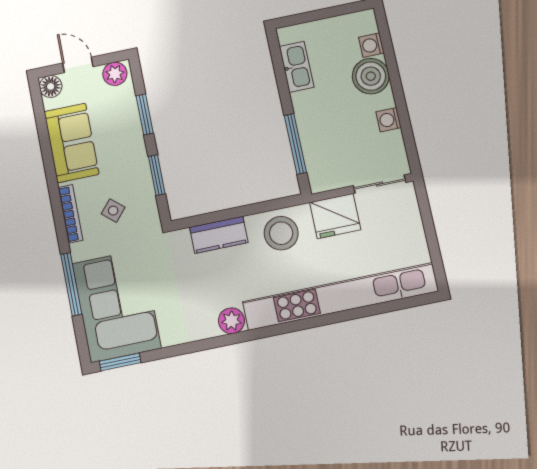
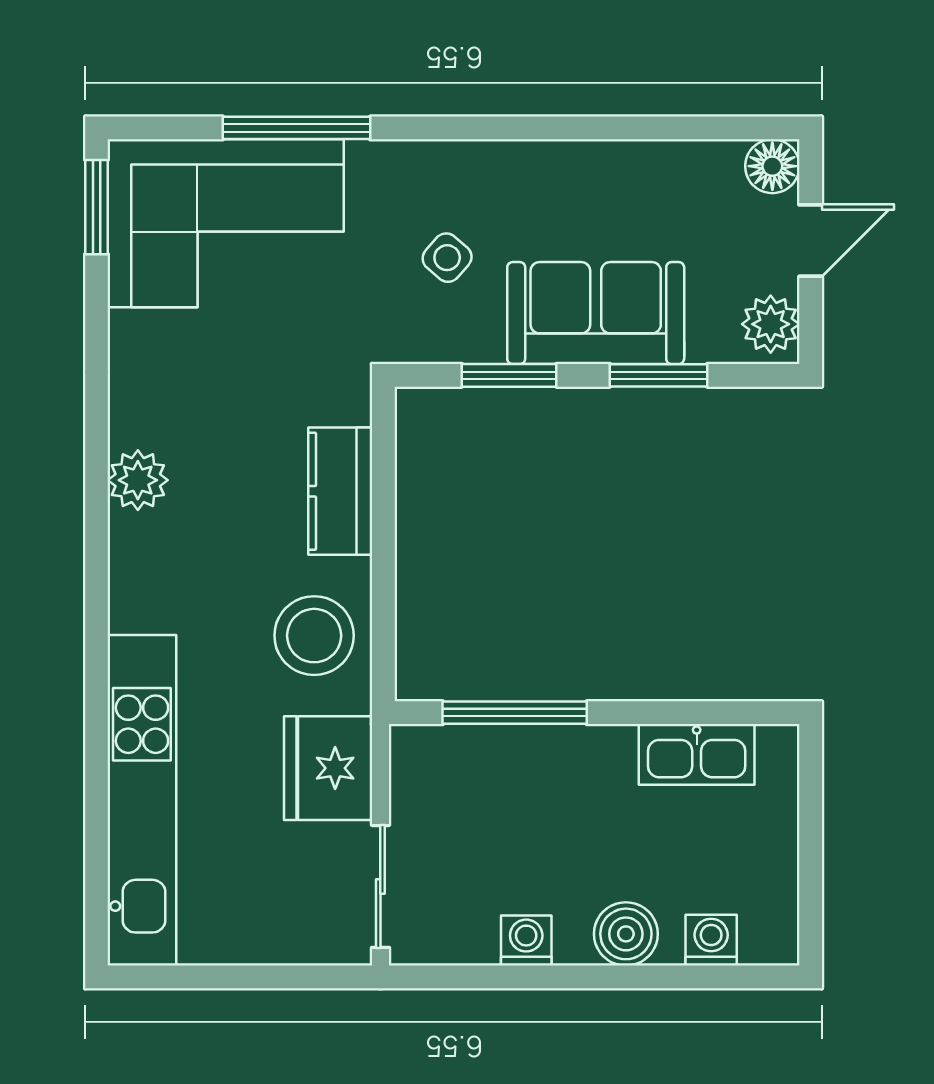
boiler: (371, 76) -> (626, 934), width x0.73, depth x0.73
sofa: (71, 143) -> (596, 313), moved, turned 180
bookcase: (70, 214) -> (460, 157), removed
kitchen unit: (340, 296) -> (142, 800), width x0.73

